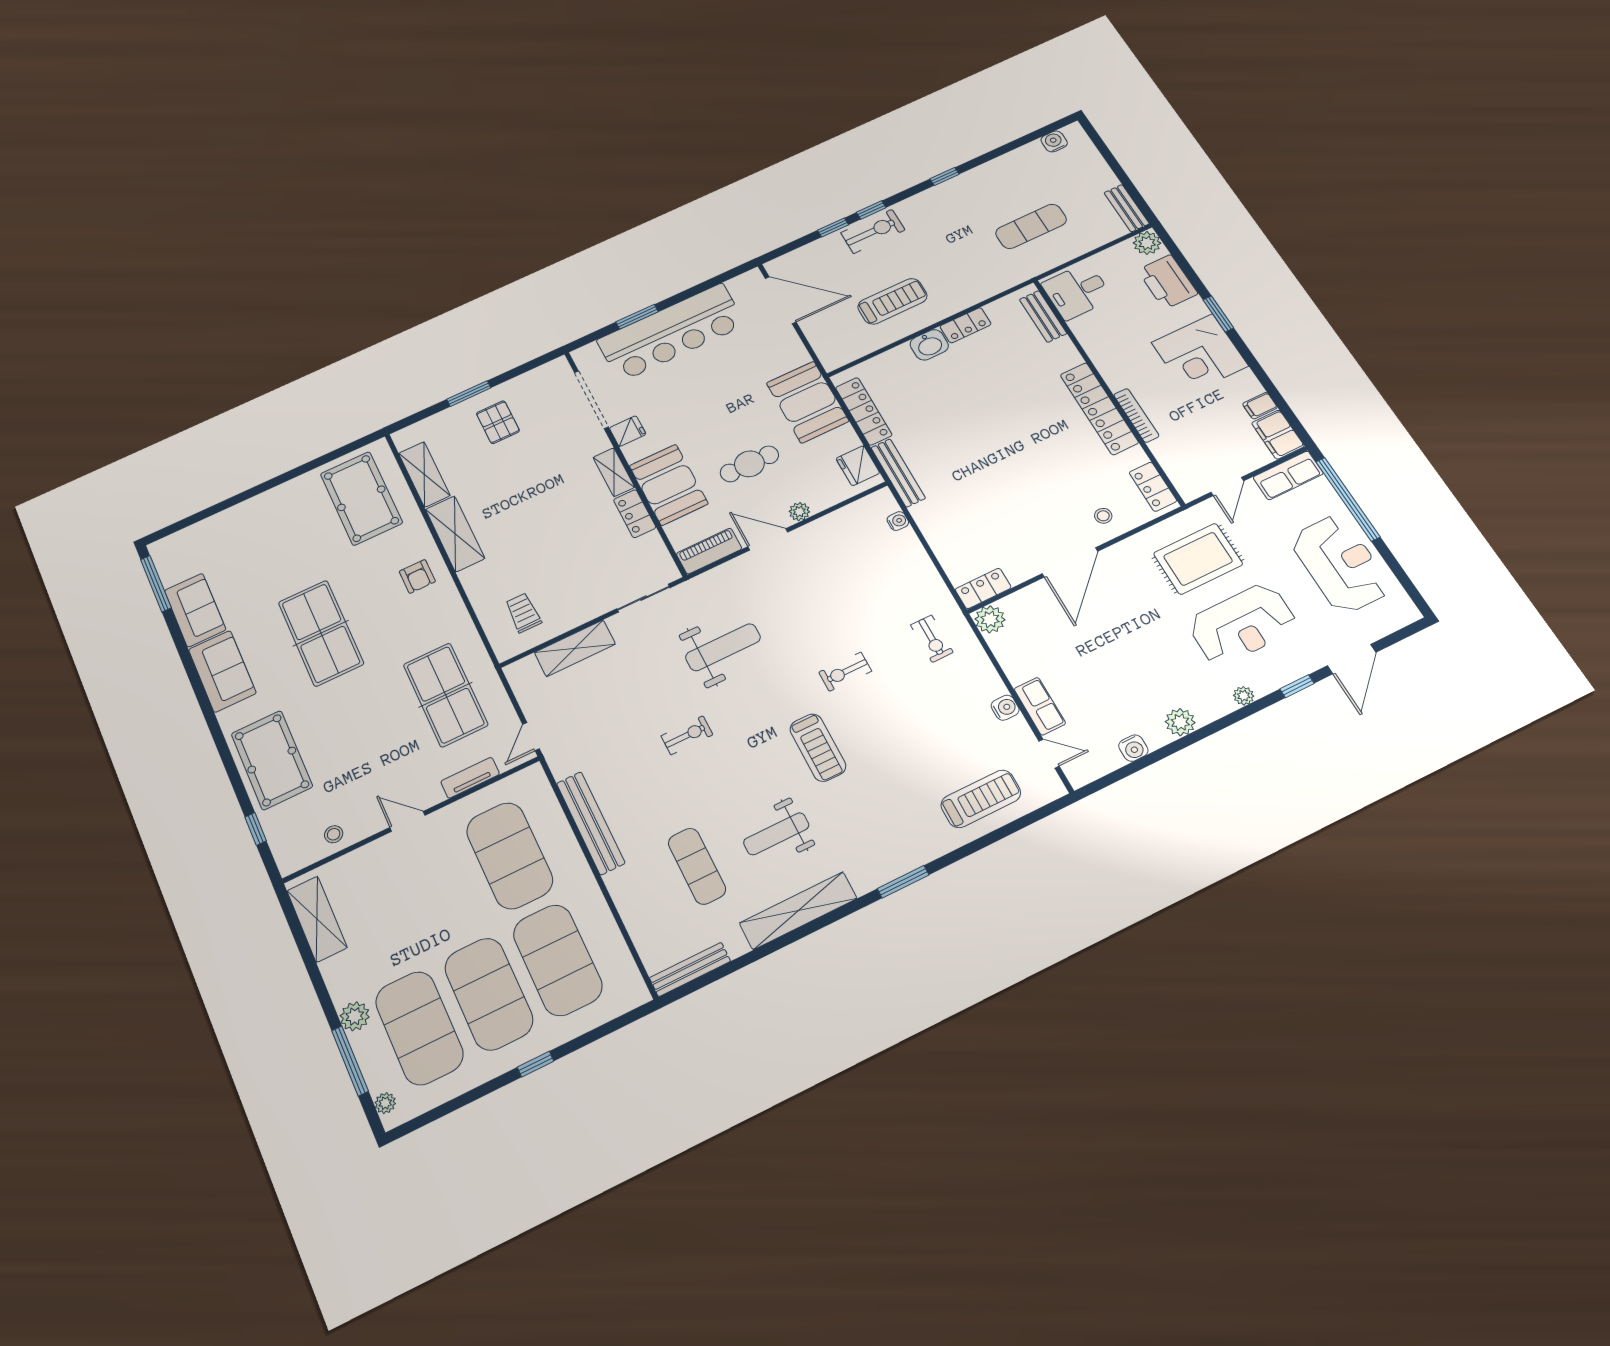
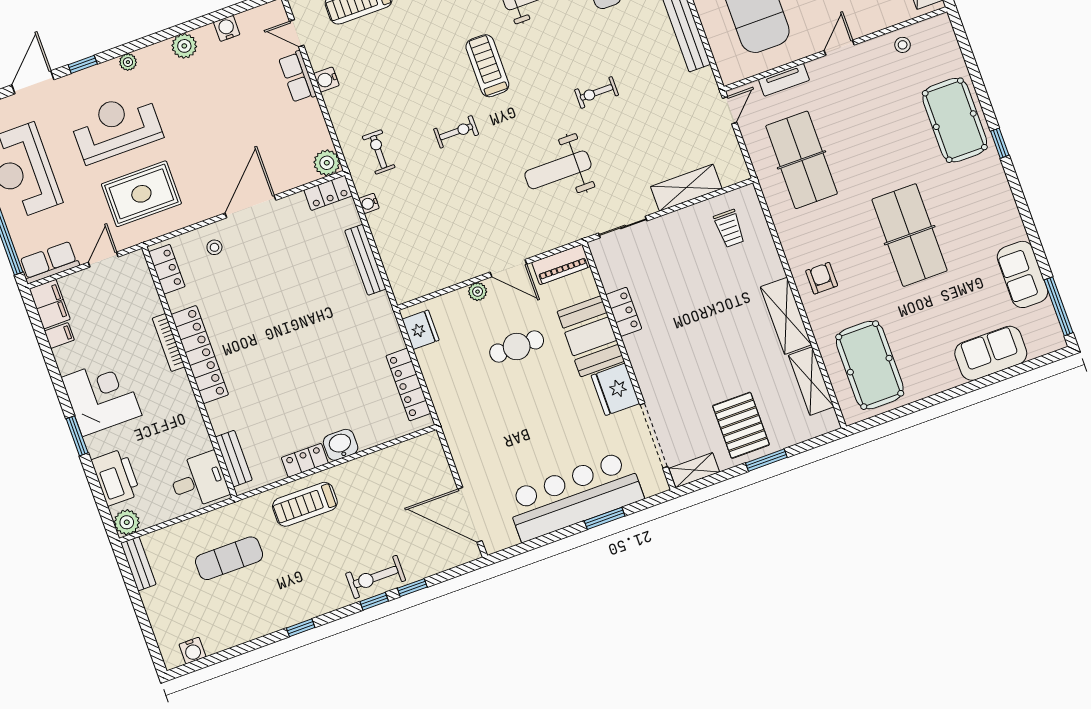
treadmill: (892, 301) -> (305, 504), moved
booth: (808, 402) -> (458, 402), removed
pallet: (498, 422) -> (741, 425), width x1.50, depth x1.42
fridge: (628, 431) -> (615, 389), width x1.88, depth x1.34
shelving: (614, 472) -> (694, 470), moved, turned 90
bench: (898, 473) -> (365, 260), moved
water cooler: (898, 521) -> (369, 203), moved
sofa: (222, 671) -> (991, 353), moved, turned 90
door: (407, 821) -> (839, 48), swing flipped
window: (256, 829) -> (1000, 143), moved

